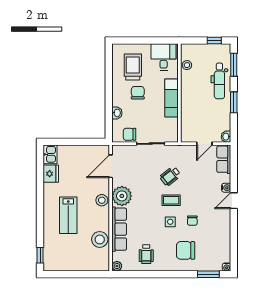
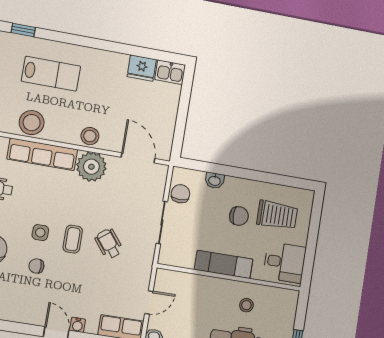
stool: (187, 65) -> (246, 305), moved
door: (204, 144) -> (149, 302), swing flipped
lab bench: (68, 215) -> (51, 74), moved, turned 180

